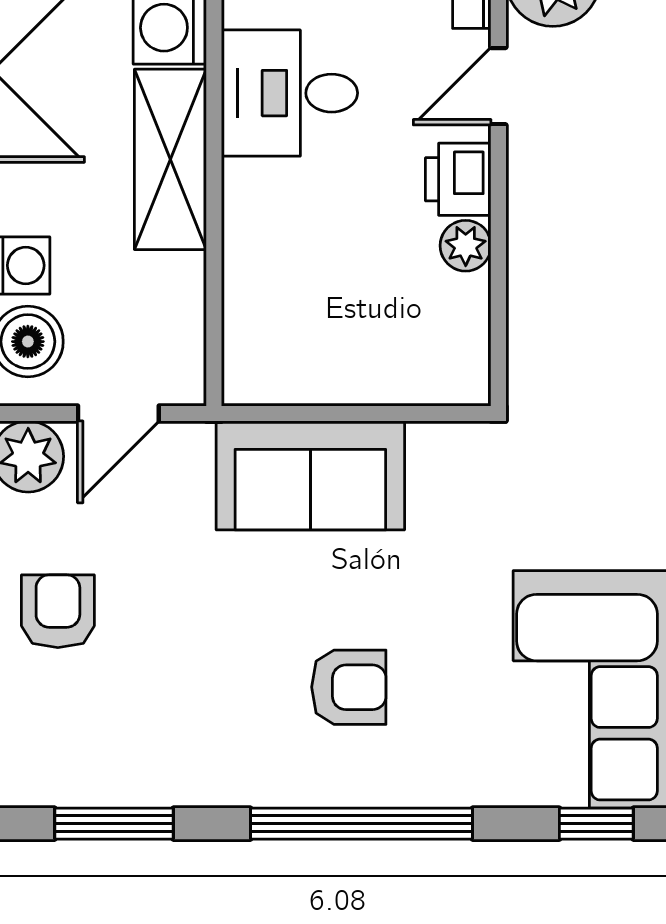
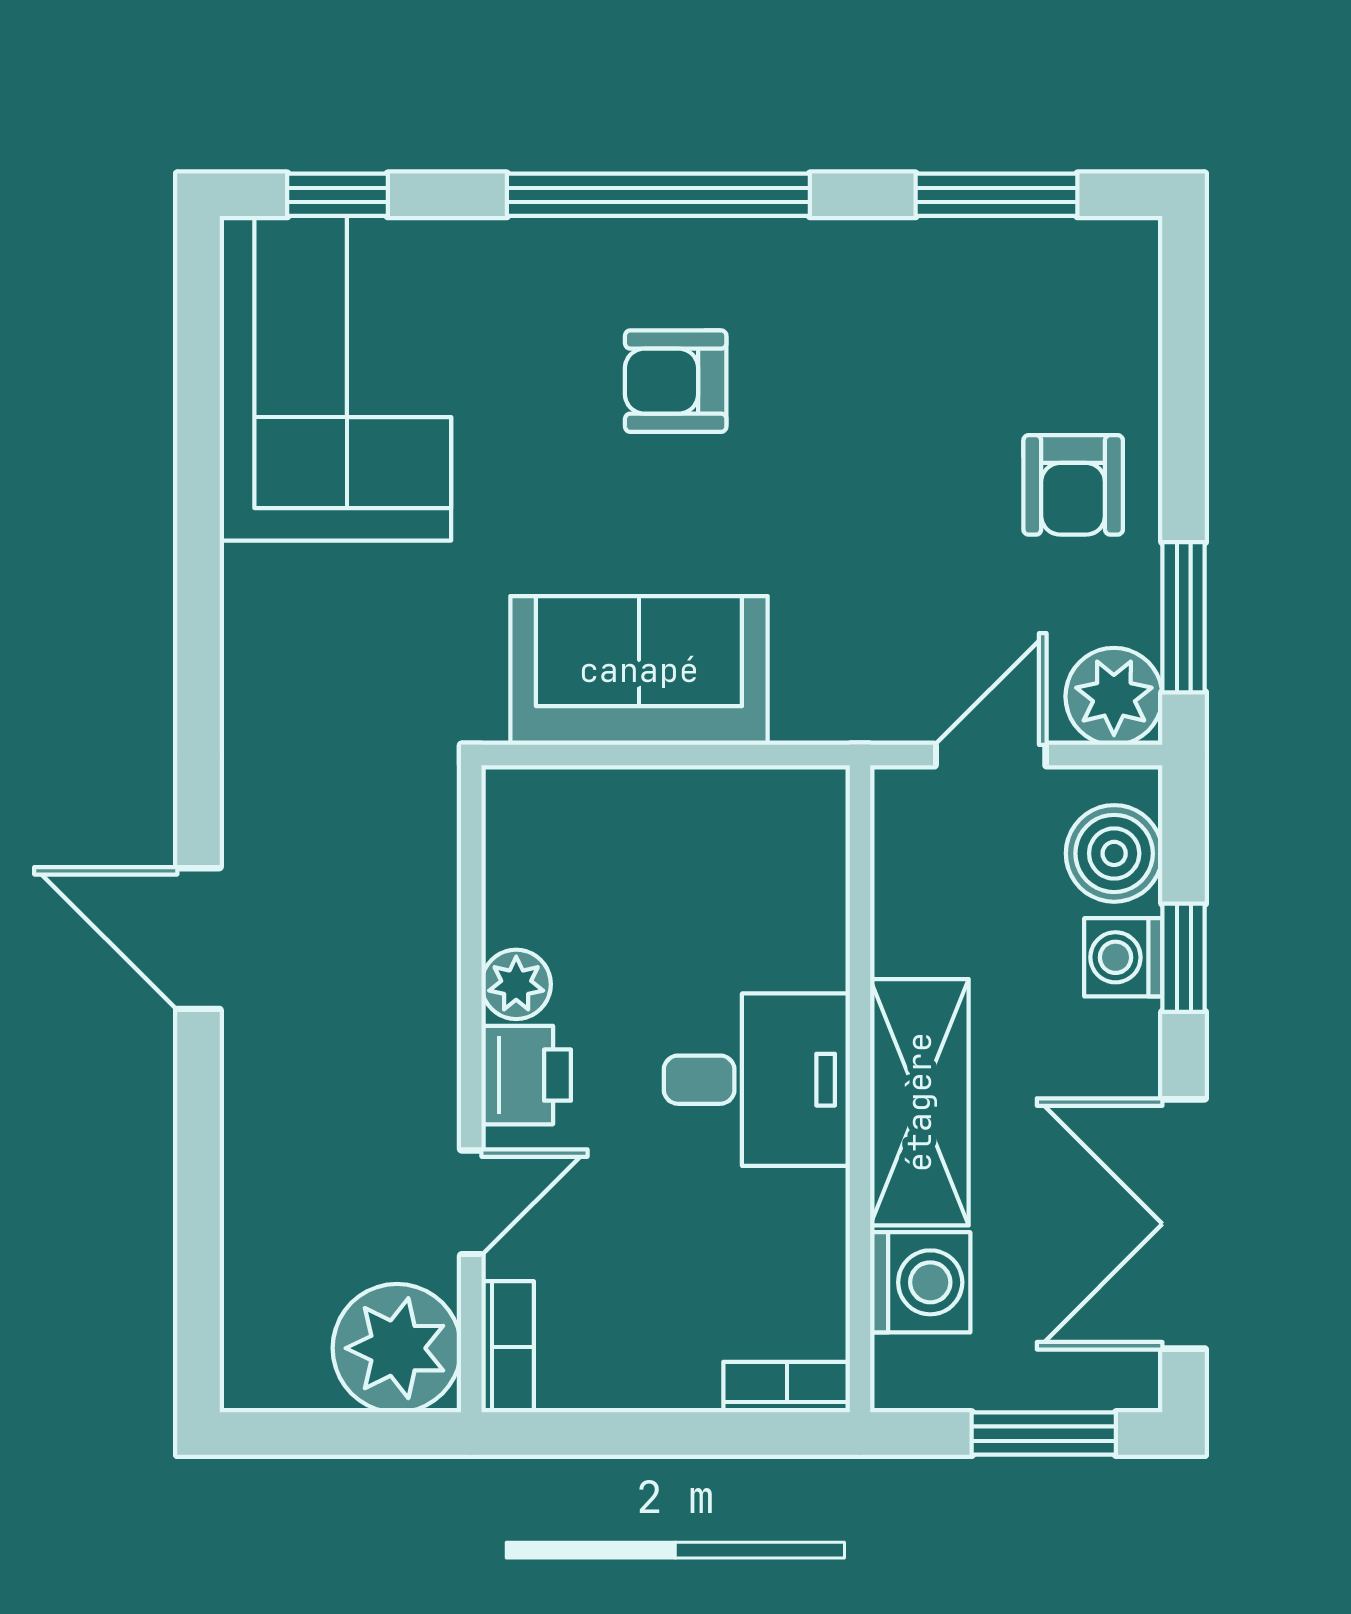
desk: (289, 93) -> (757, 1080), moved
sofa: (310, 475) -> (639, 670), moved

